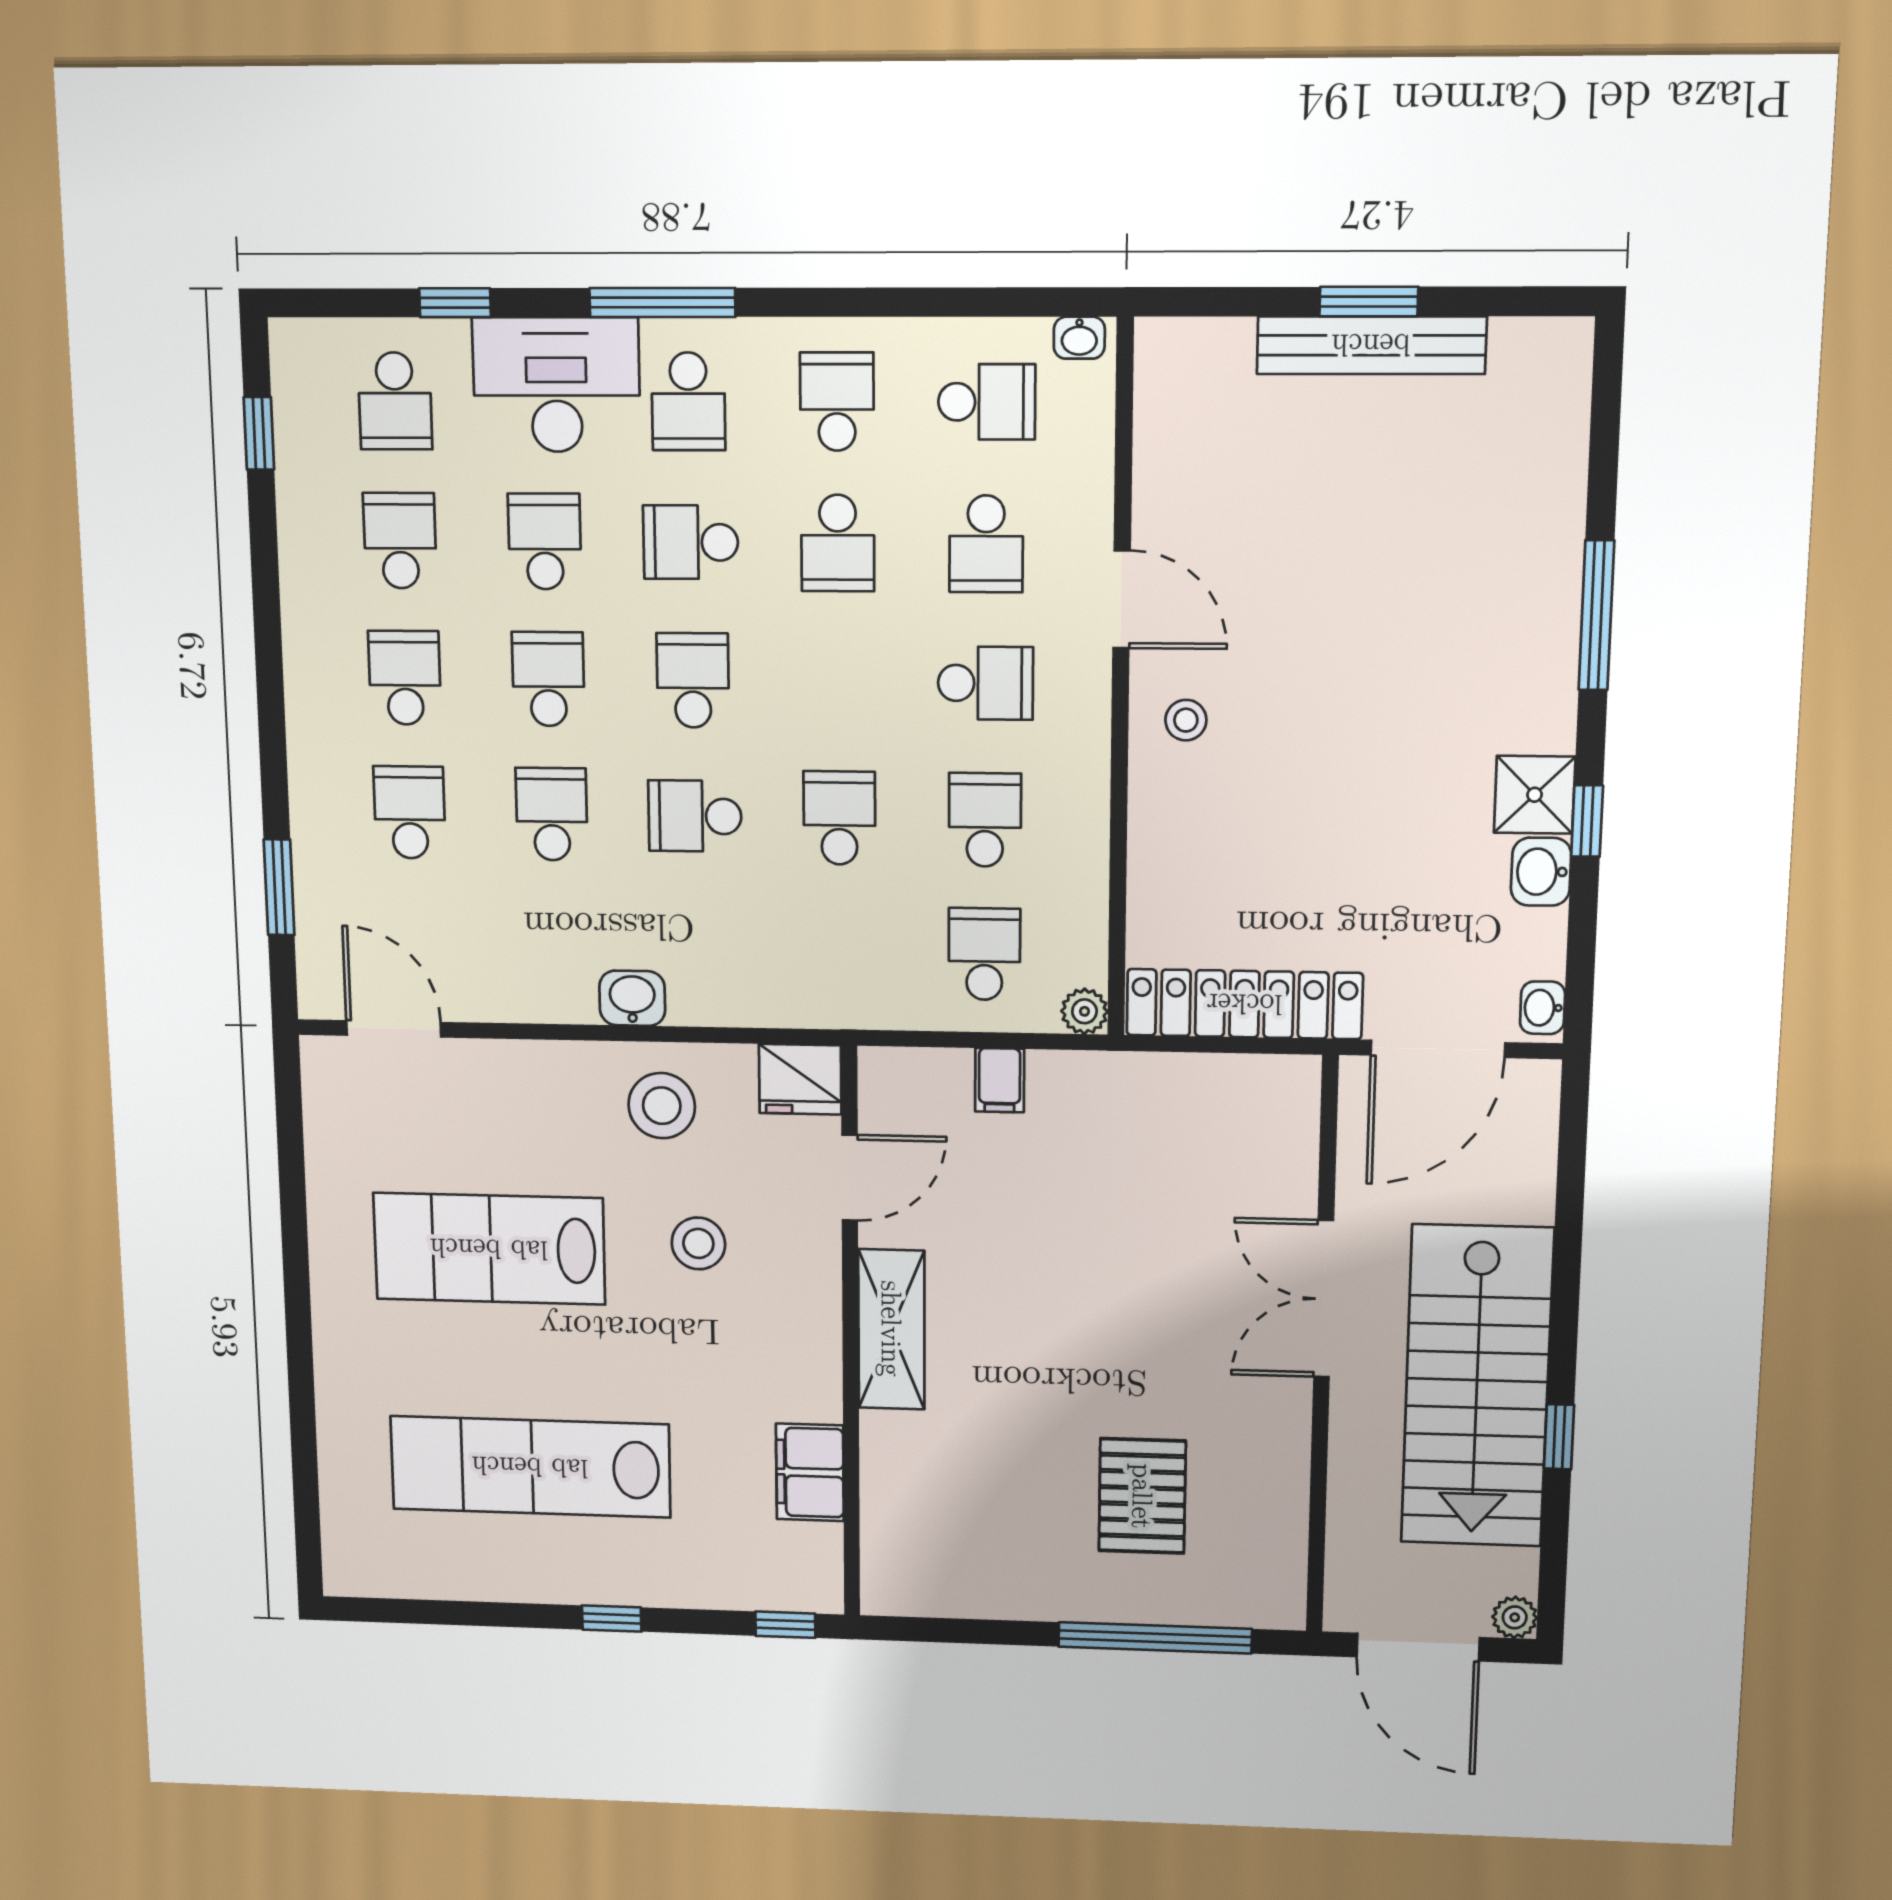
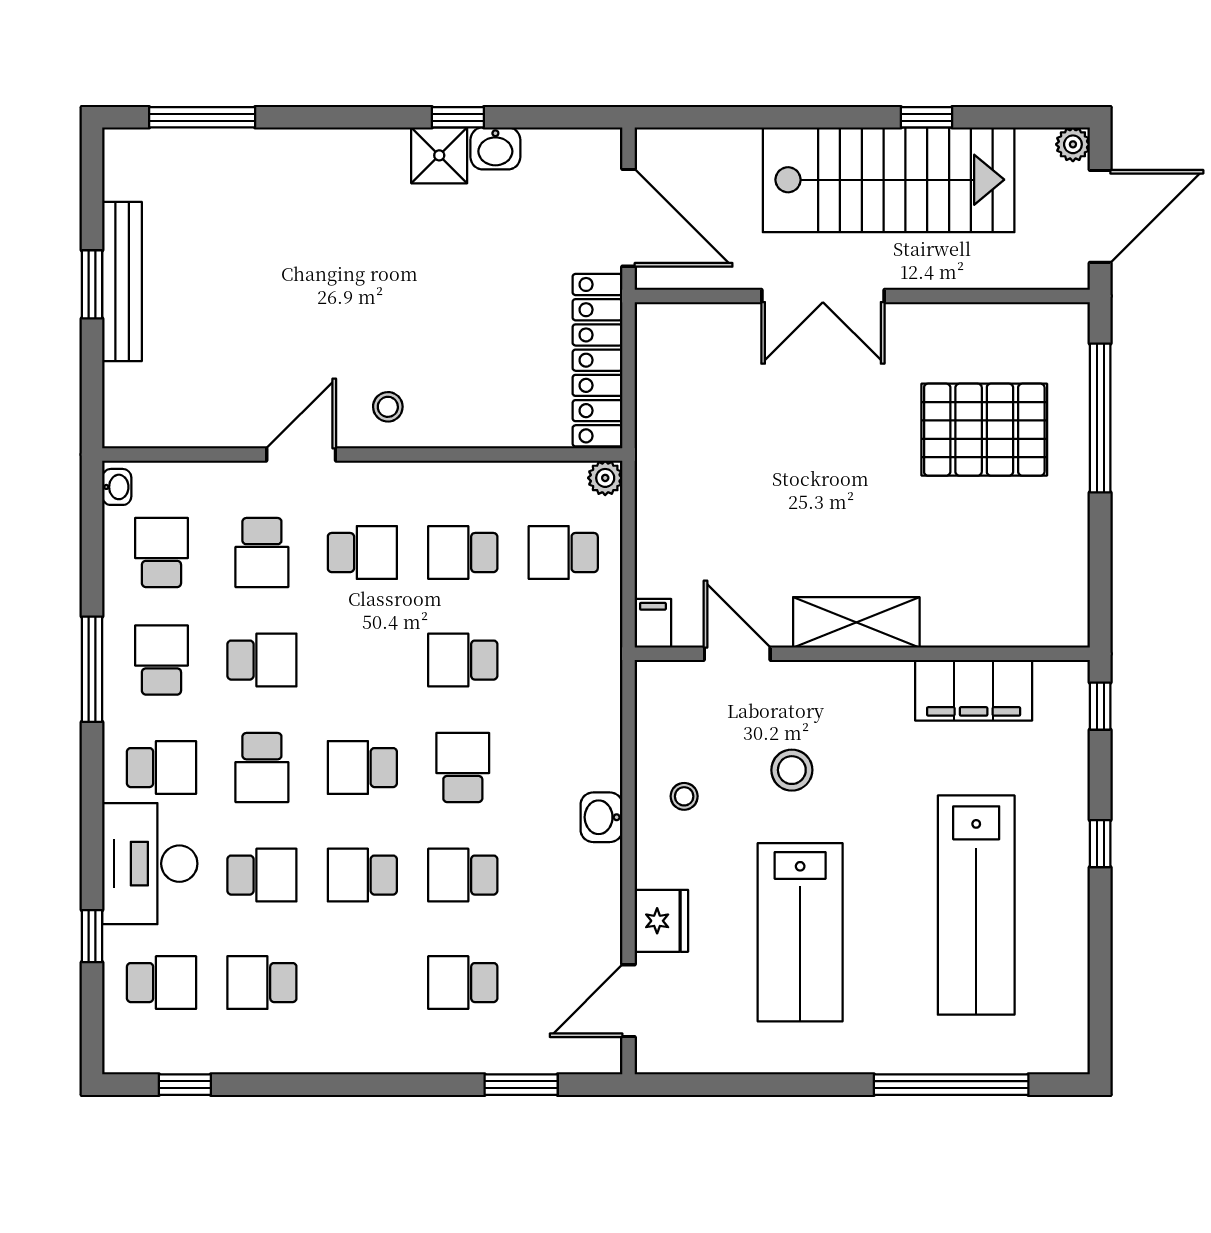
window: (662, 302) -> (92, 669), moved
school desk: (837, 402) -> (161, 660), turned 90
school desk: (545, 541) -> (262, 875), turned 180
school desk: (986, 544) -> (262, 553), turned 90
window: (1596, 615) -> (202, 117), moved
school desk: (405, 678) -> (362, 983), removed
school desk: (985, 683) -> (362, 553), turned 90
school desk: (695, 816) -> (463, 768), turned 180
washbasin: (1542, 1008) -> (596, 143), removed
fridge: (800, 1079) -> (661, 921), moved
filing cabinet: (1000, 1080) -> (653, 623), moved, turned -90
stool: (662, 1106) -> (684, 796), width x0.53, depth x0.53
window: (303, 1429) -> (951, 1085), added
filing cabinet: (810, 1472) -> (974, 690), width x1.50, depth x1.17
pallet: (1142, 1496) -> (984, 430), width x1.37, depth x1.41

